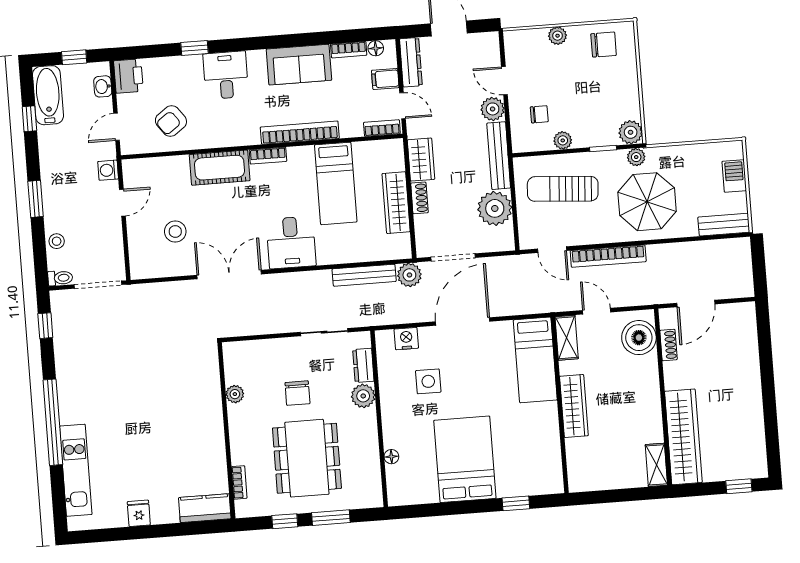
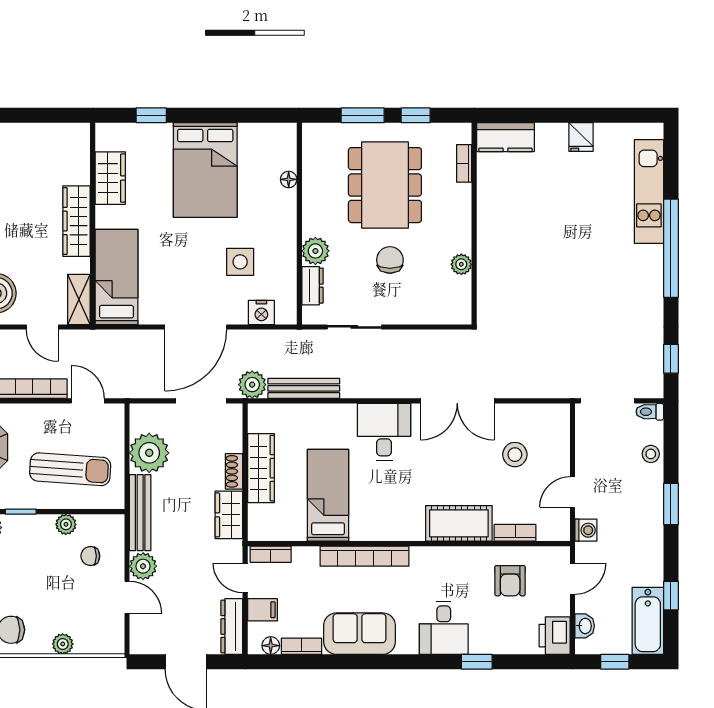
armchair: (171, 121) -> (510, 581), turned 126
bookcase: (268, 156) -> (515, 533), moved
wardrobe: (547, 446) -> (110, 178), added

